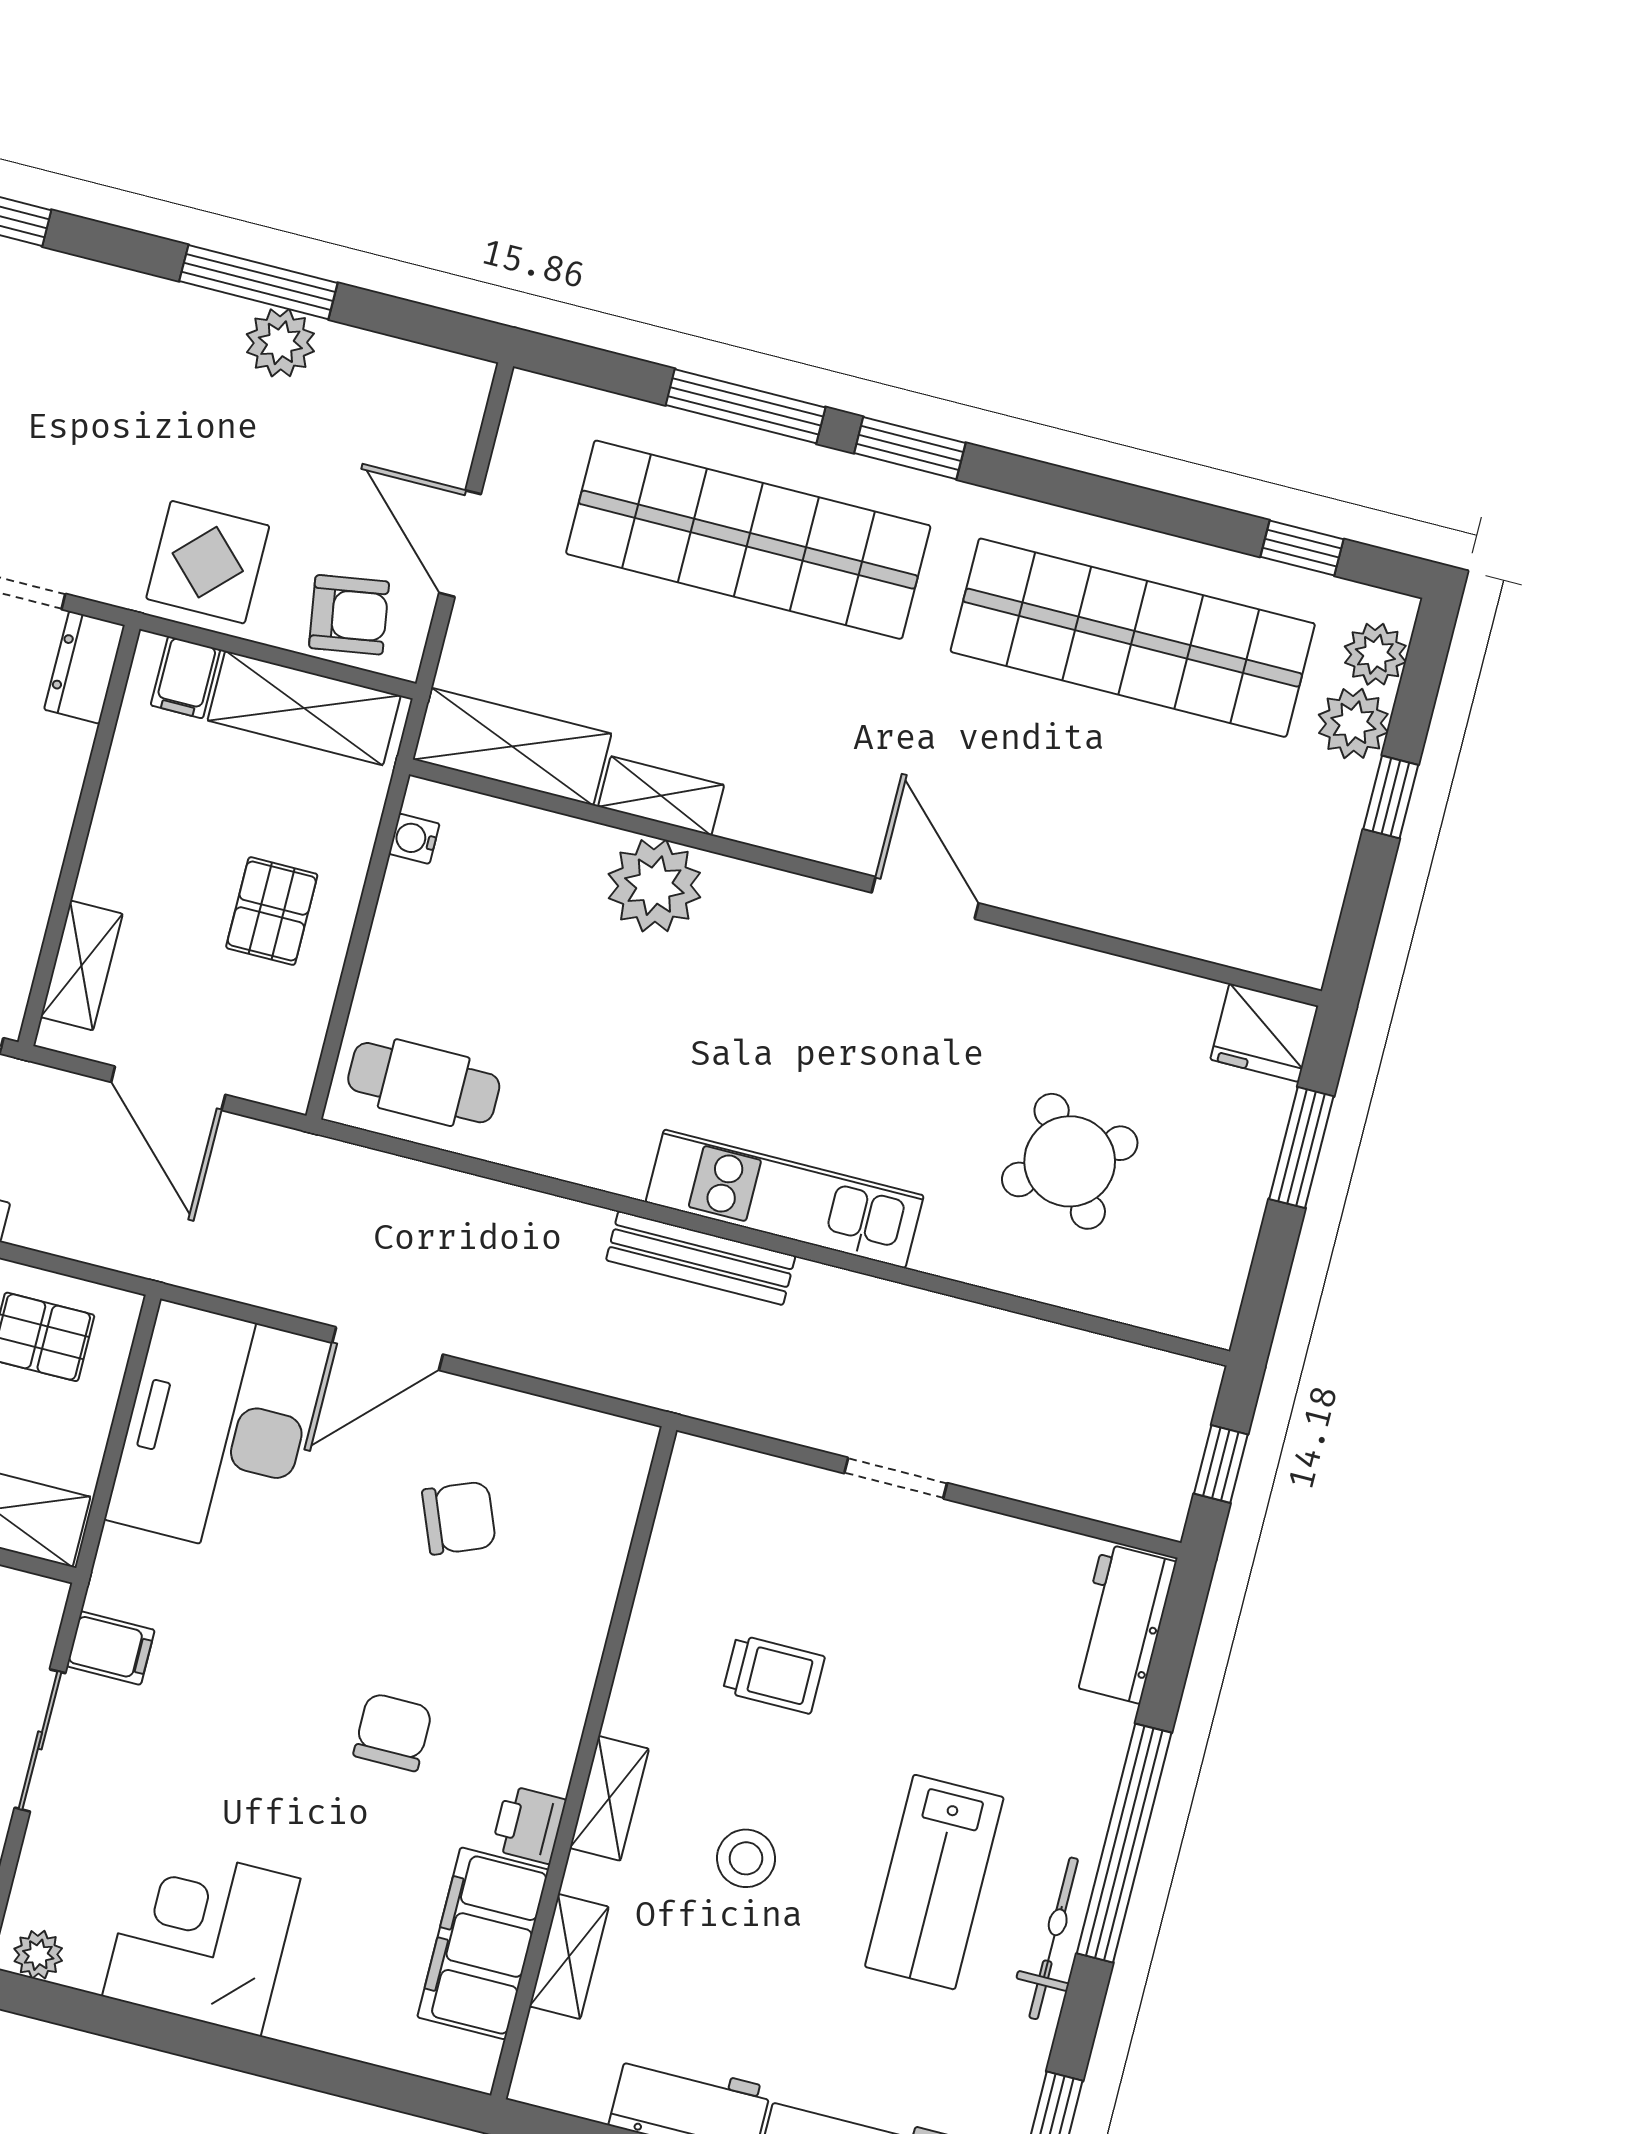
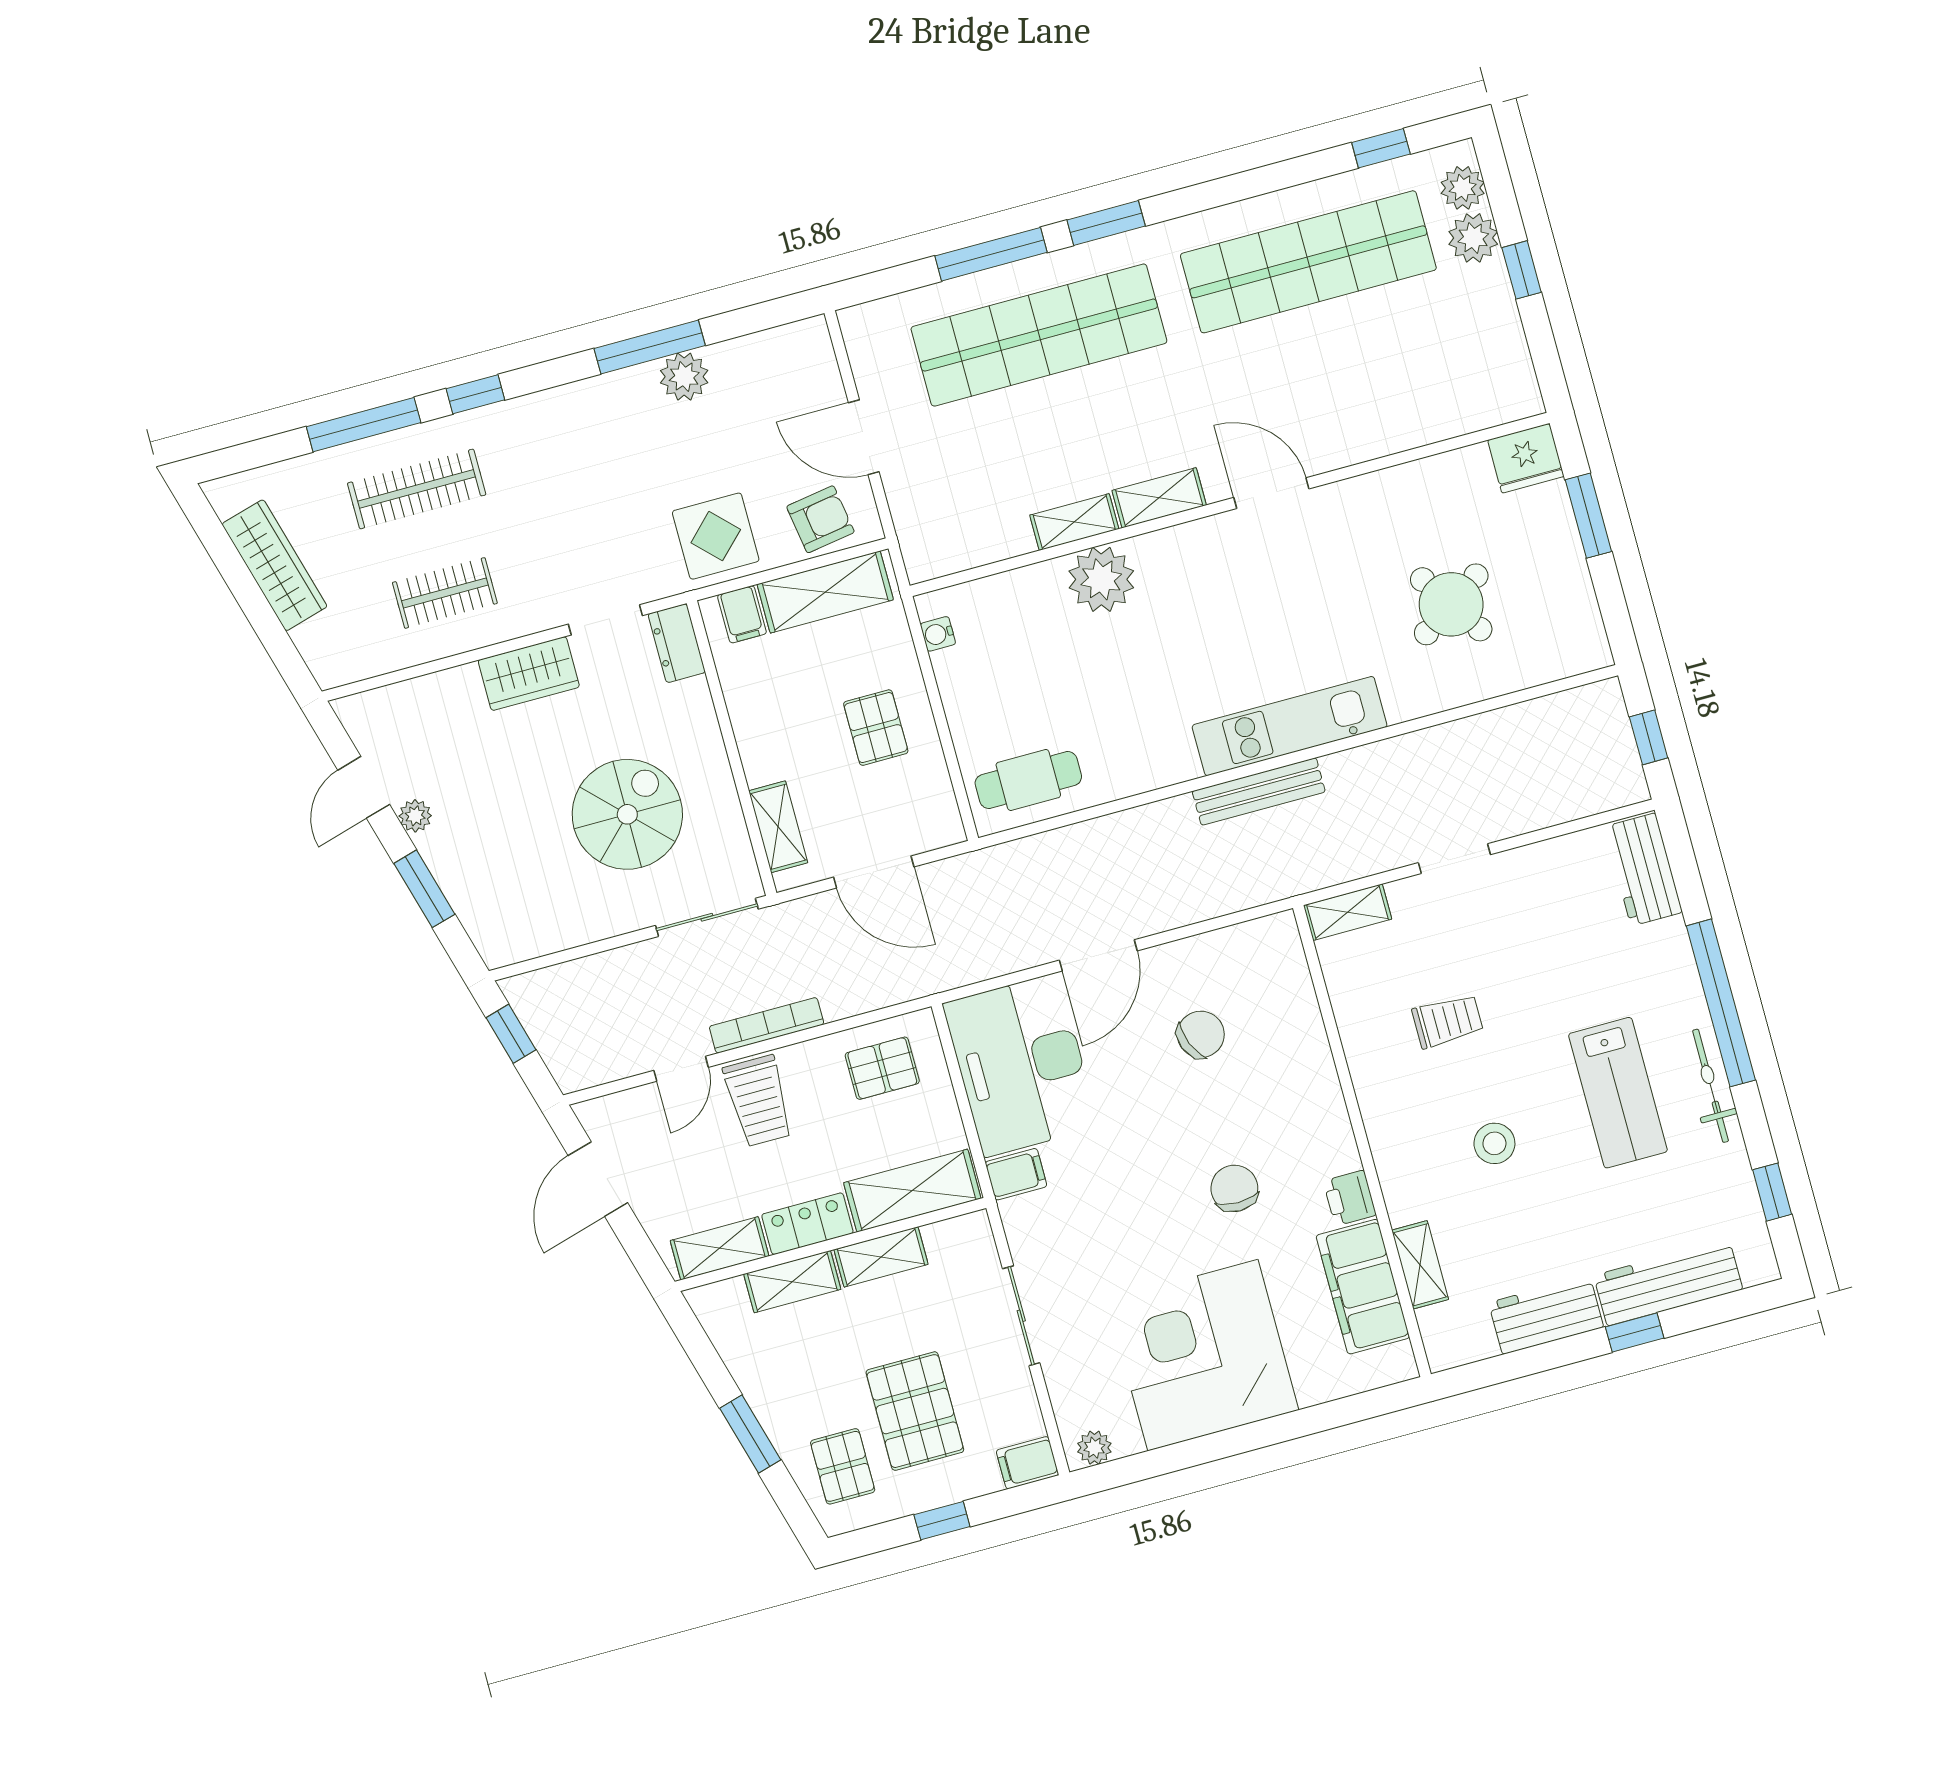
shelving: (512, 747) -> (1159, 498), moved, width x0.67, depth x0.75
filing cabinet: (111, 1648) -> (1016, 1174), moved
shelving: (609, 1798) -> (1348, 912), moved, turned 90
corner desk: (201, 1937) -> (1203, 1355), width x1.36, depth x1.36

